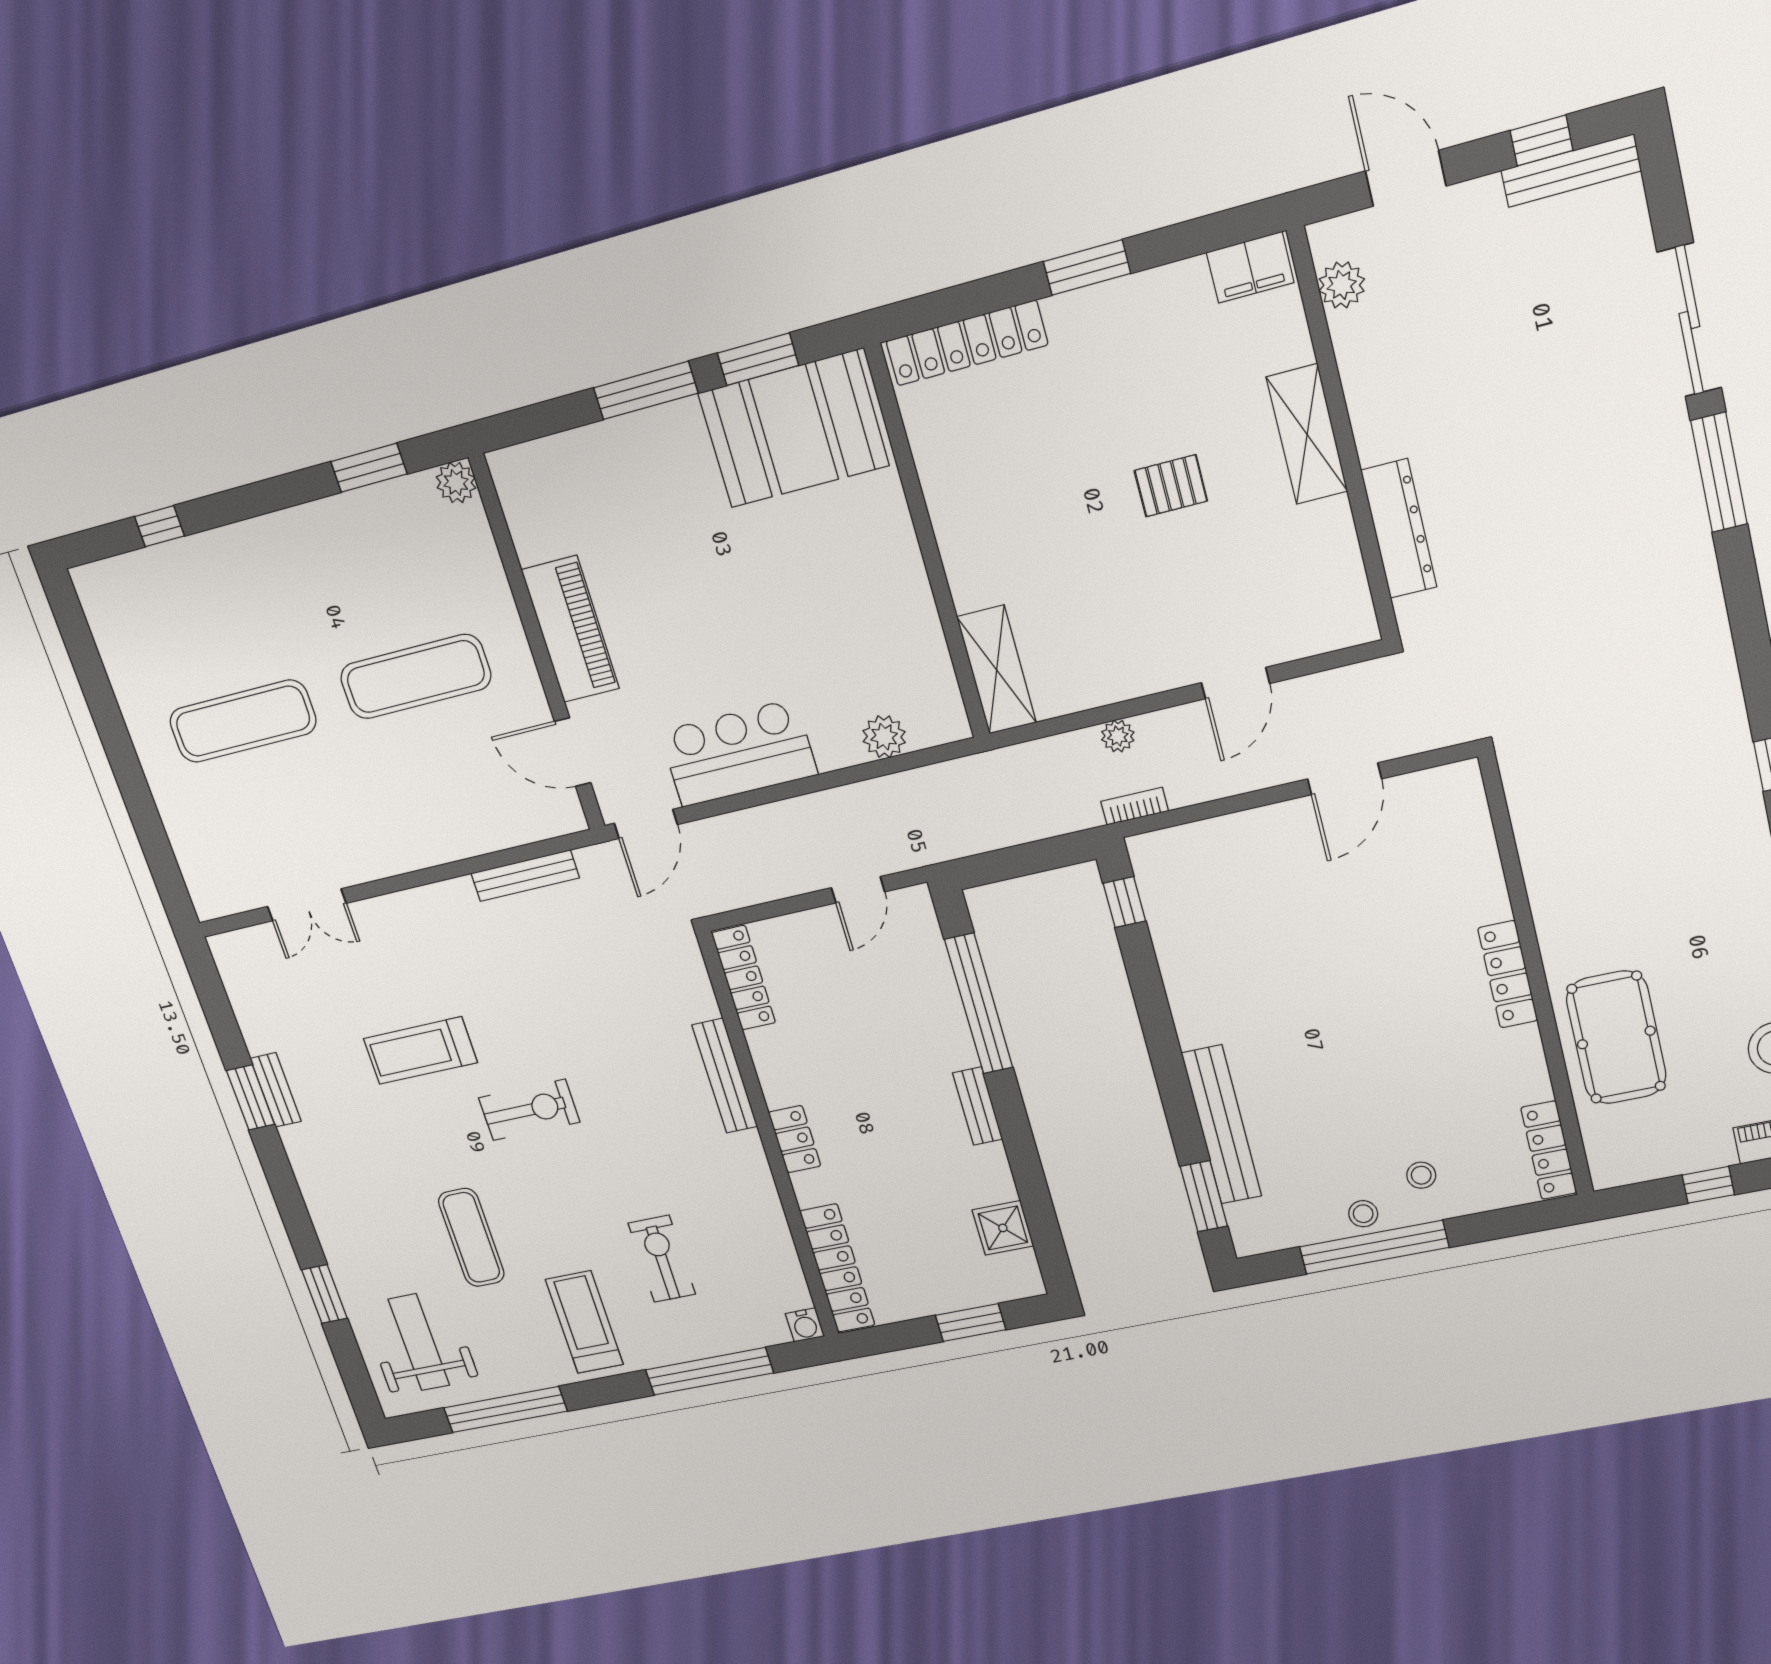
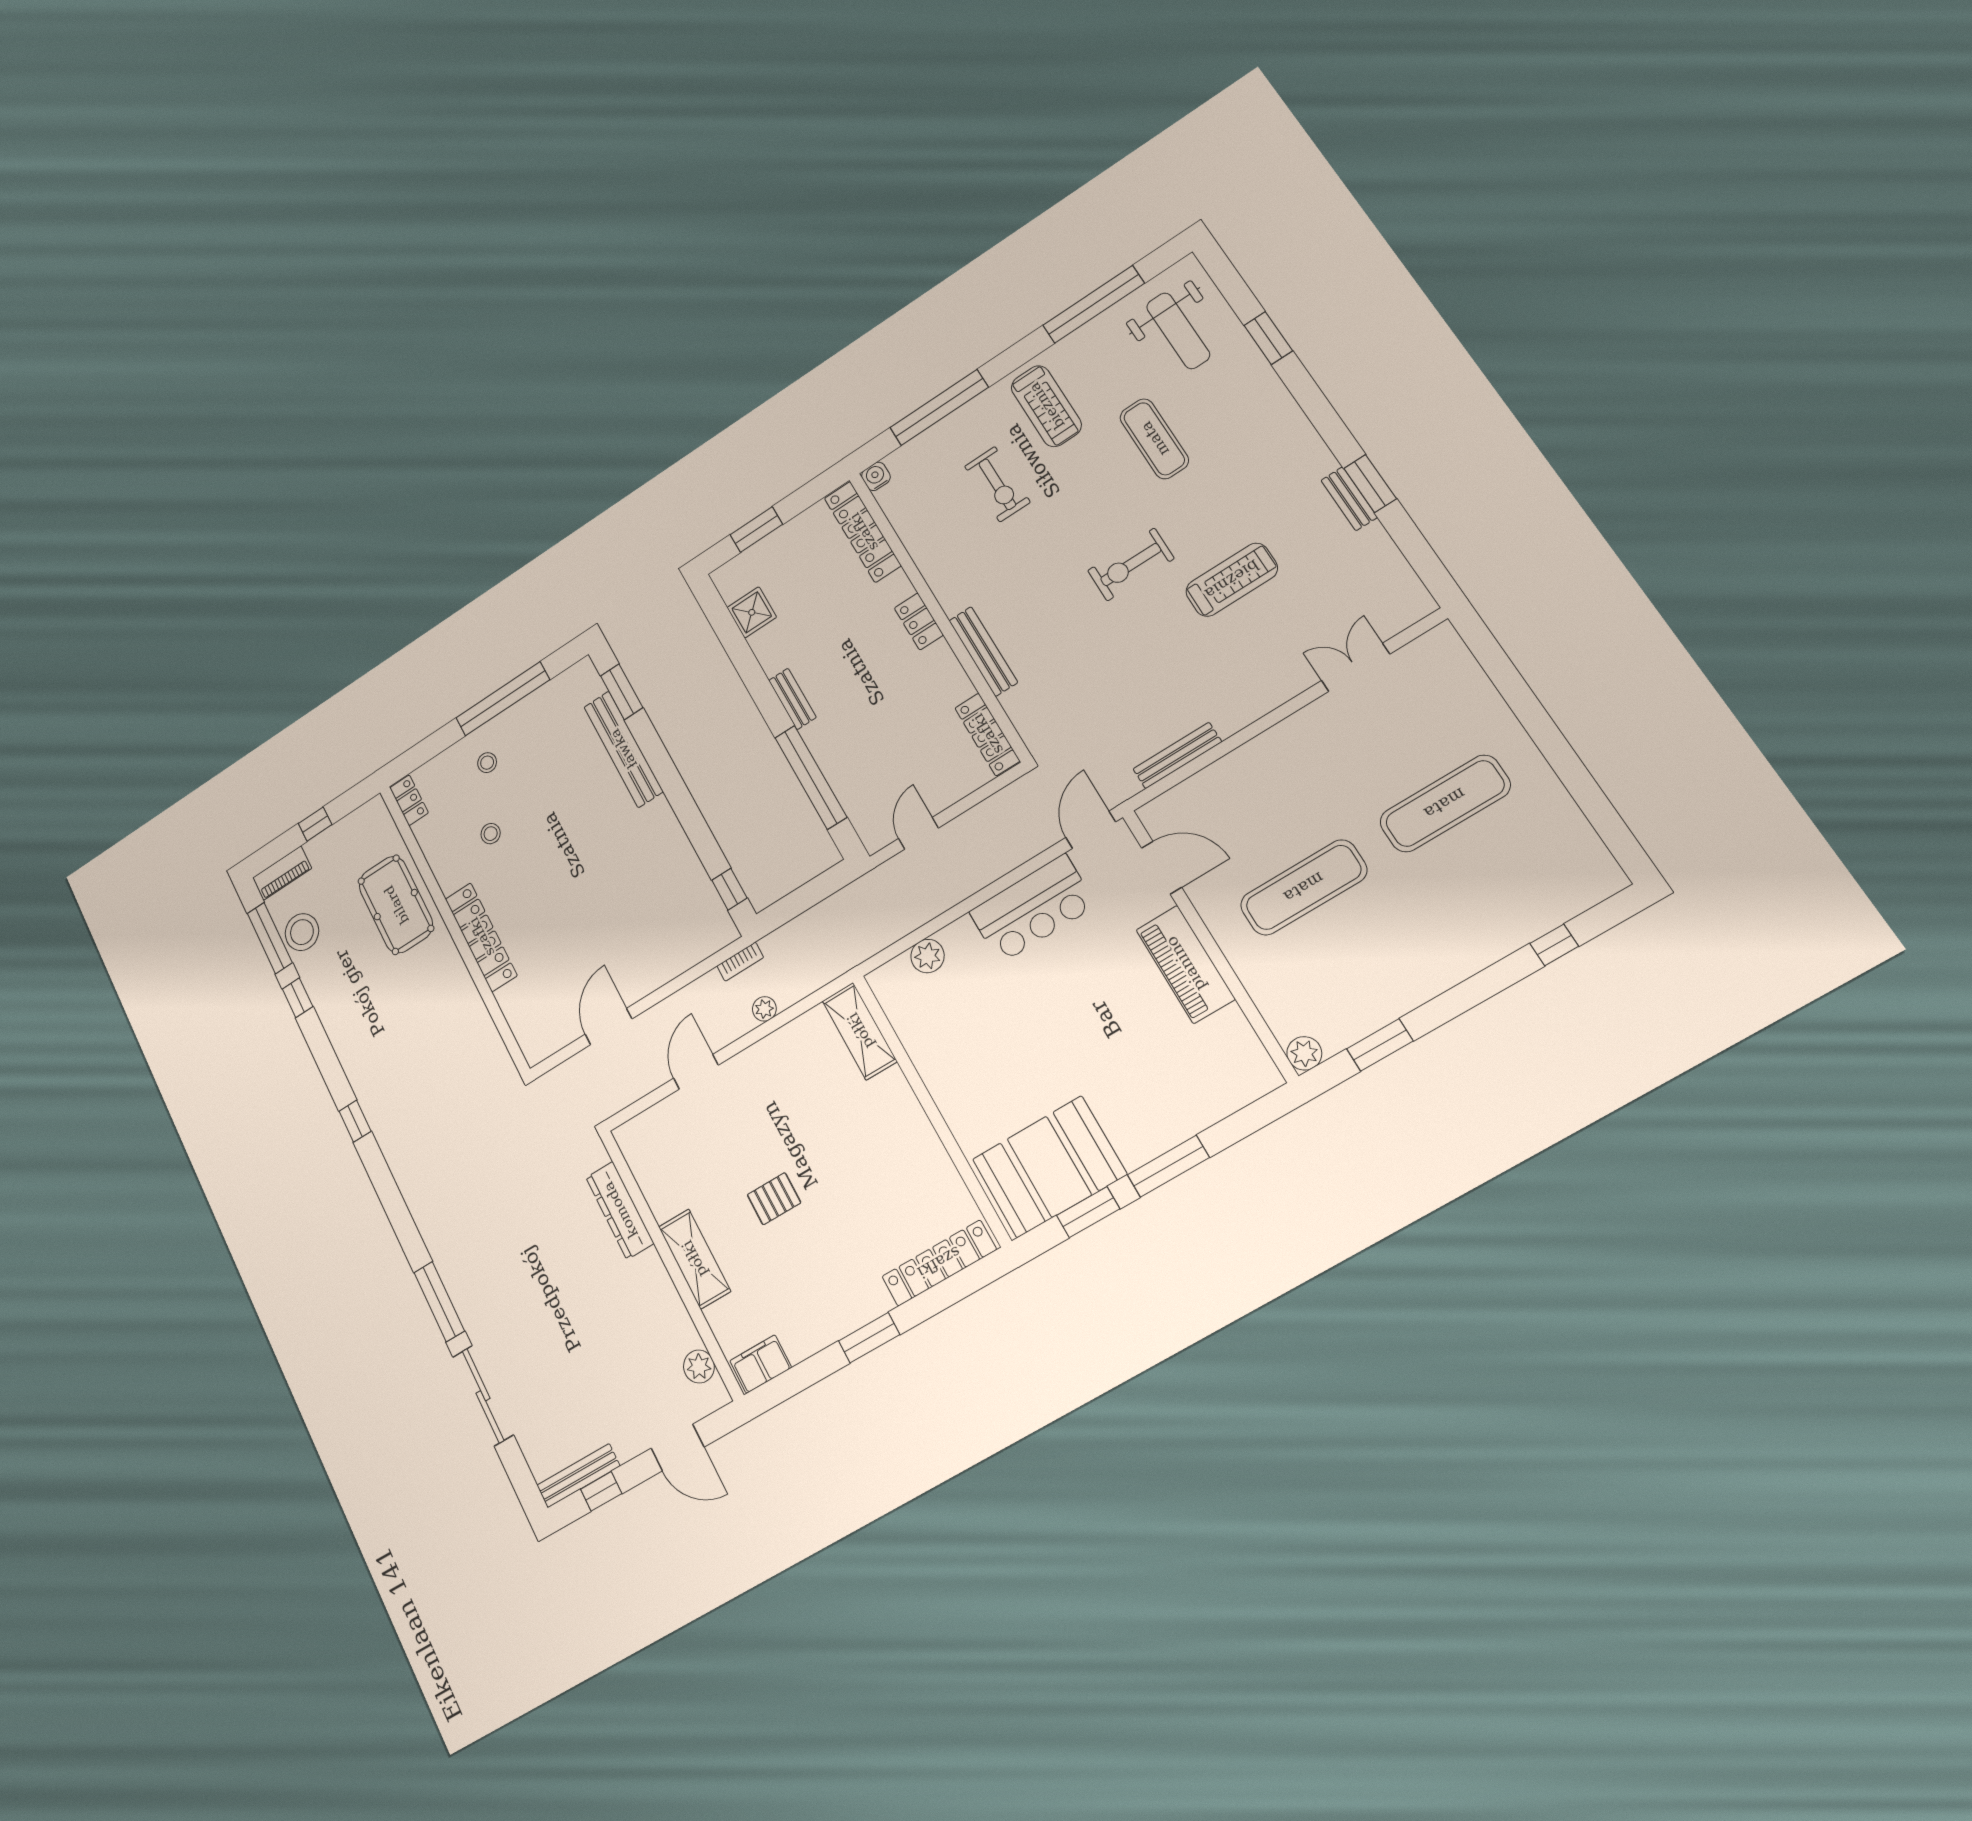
locker: (1508, 974) -> (481, 937), width x1.41, depth x1.21
locker: (1549, 1150) -> (409, 800), width x0.66
stool: (1363, 1214) -> (491, 834), moved

